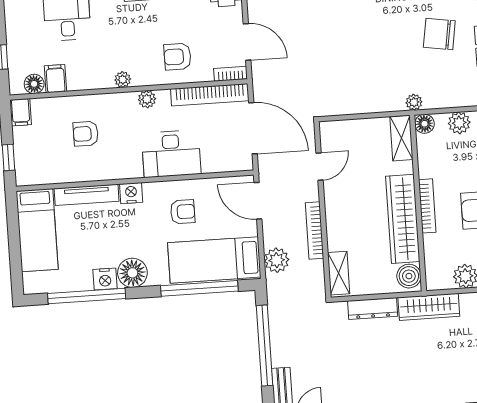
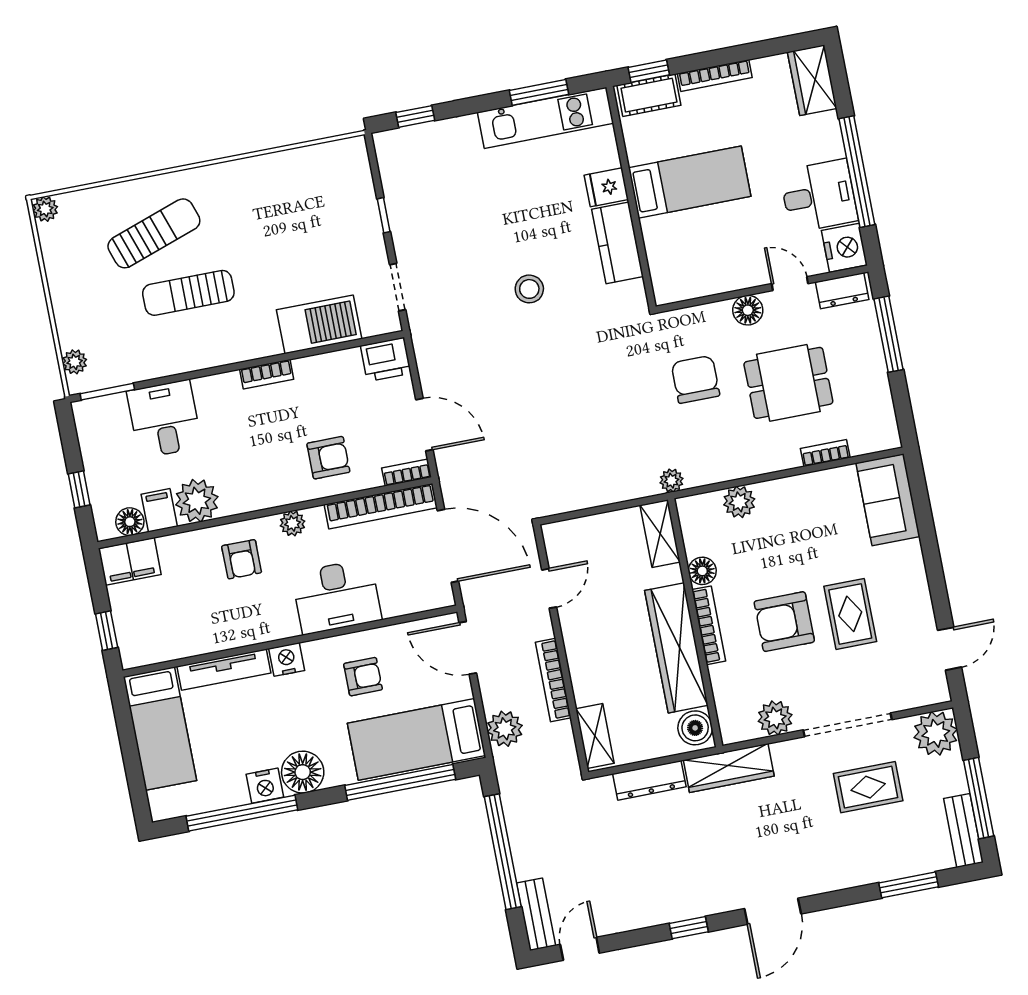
chair: (439, 34) -> (695, 379), turned 81
armchair: (177, 57) -> (328, 458), turned 180
plant: (123, 80) -> (197, 501), moved, width x1.87, depth x1.87
filing cabinet: (21, 112) -> (130, 561), width x2.00
floor lamp: (424, 124) -> (702, 571), moved
armchair: (86, 134) -> (242, 559), moved, turned -90

